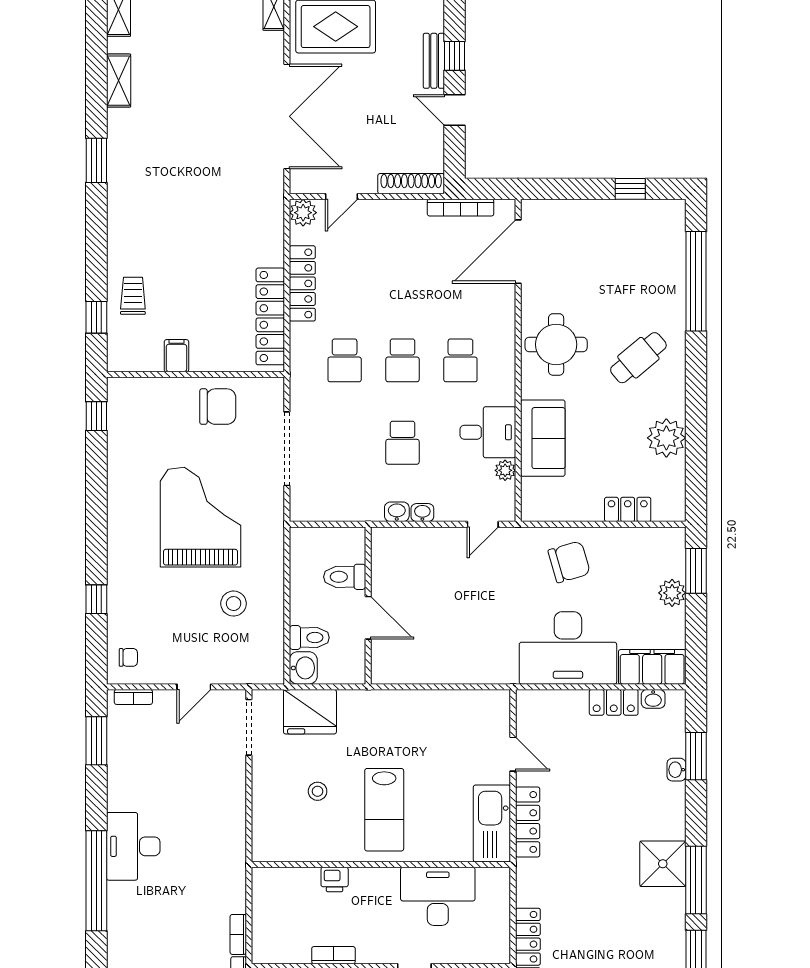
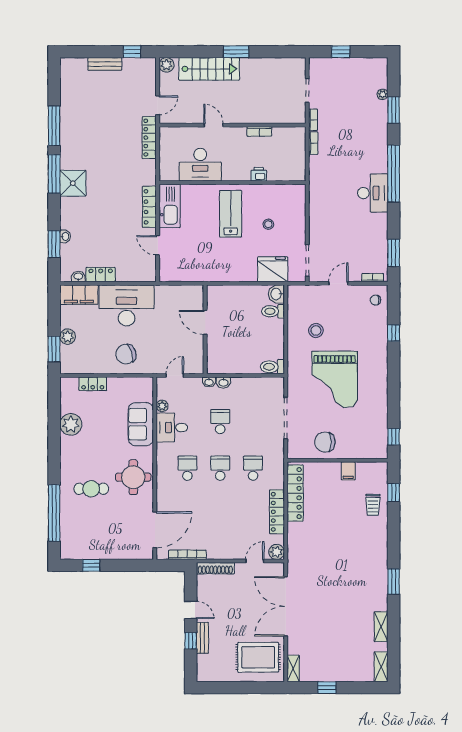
cafe table: (638, 358) -> (91, 489), moved, turned 40
toilet: (345, 577) -> (272, 367), moved, turned 180
wall: (368, 606) -> (205, 329), moved
door: (368, 618) -> (205, 322), moved

